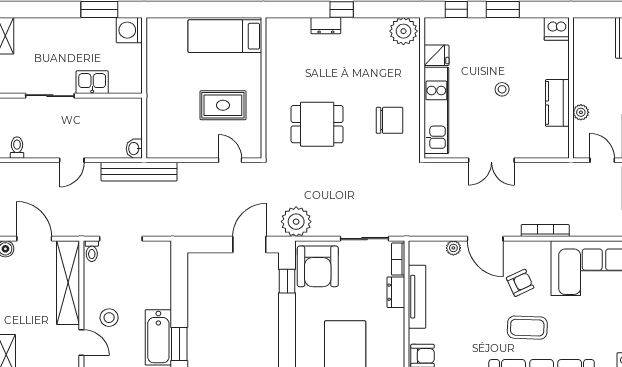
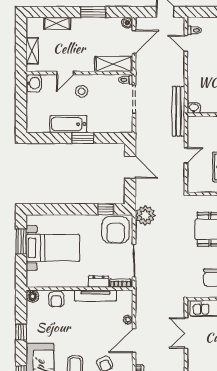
door: (72, 160) -> (186, 43), moved
door: (230, 160) -> (186, 155), moved
double door: (491, 160) -> (186, 333), moved
door: (249, 244) -> (130, 167), moved
armchair: (318, 266) -> (116, 230), turned -90
shelving: (68, 283) -> (114, 64), width x0.68
window: (179, 344) -> (83, 138), moved

